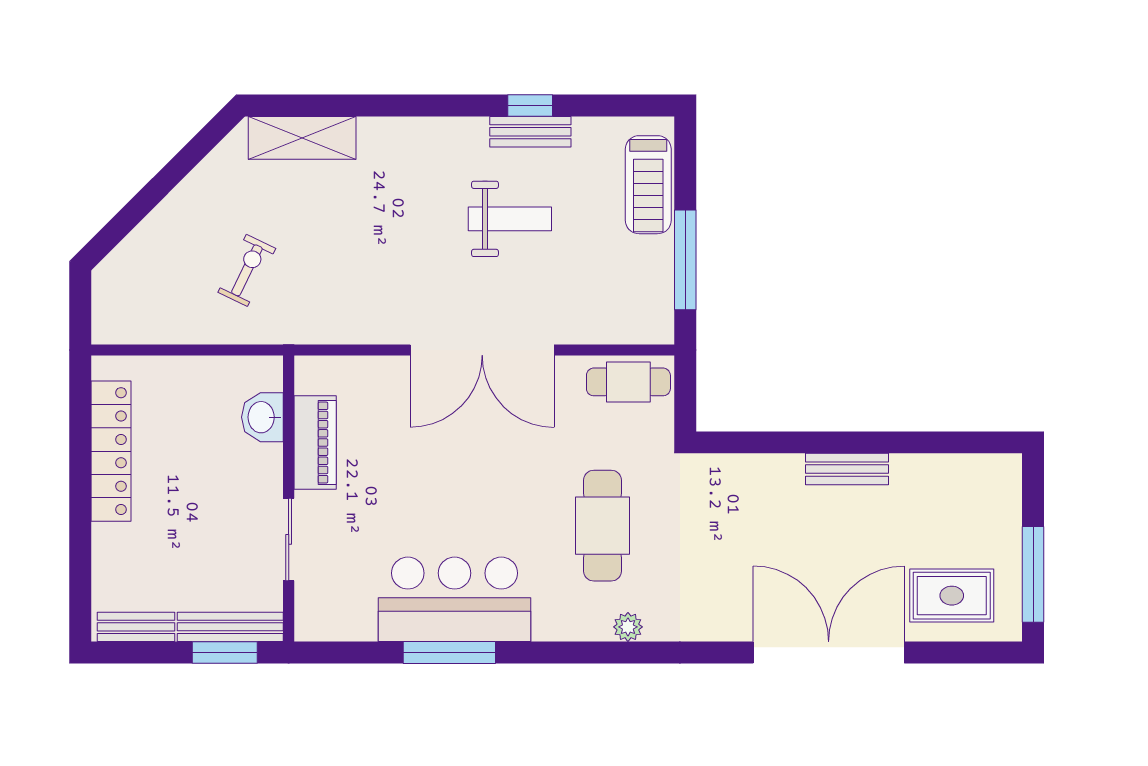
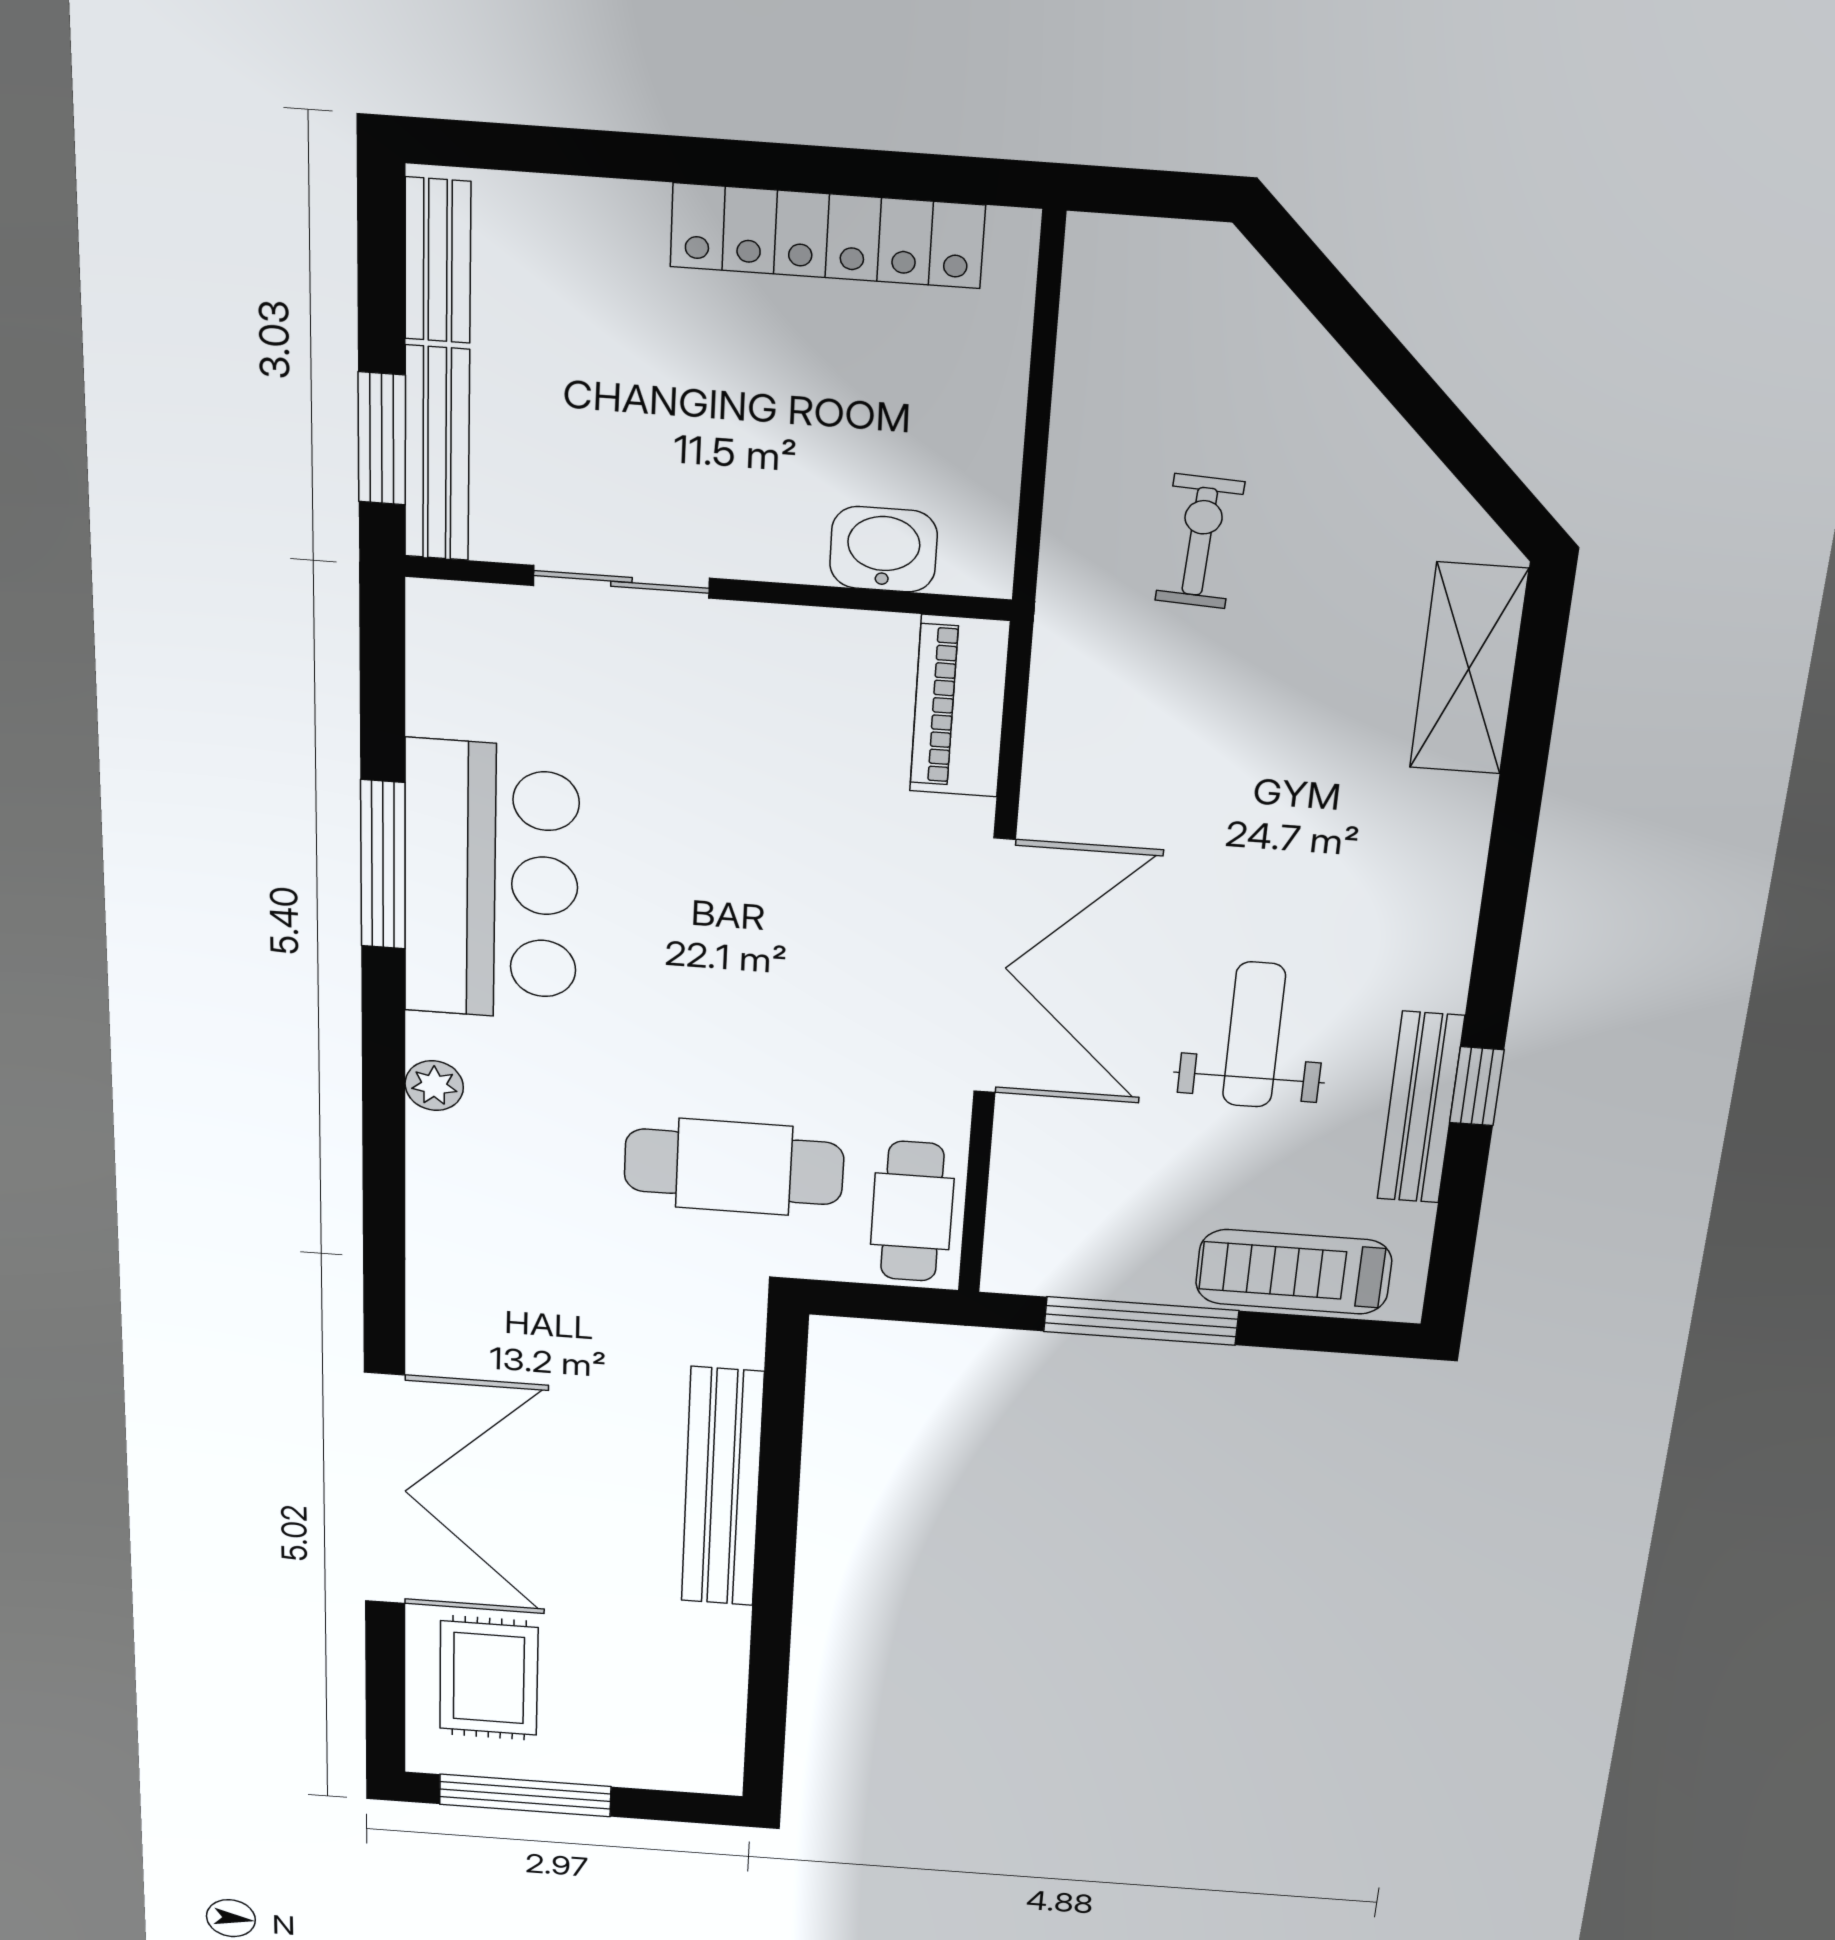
bench: (530, 132) -> (1421, 1108), width x1.36
weight bench: (510, 219) -> (1254, 1035), turned 180
exercise bike: (247, 270) -> (1200, 541), turned -113
double door: (482, 350) -> (994, 967), swing flipped
piano: (315, 443) -> (960, 706), moved, turned 90
bench: (847, 469) -> (722, 1488), width x1.86, depth x1.21
cafe table: (602, 526) -> (734, 1167), moved
plant: (628, 627) -> (434, 1086), moved

